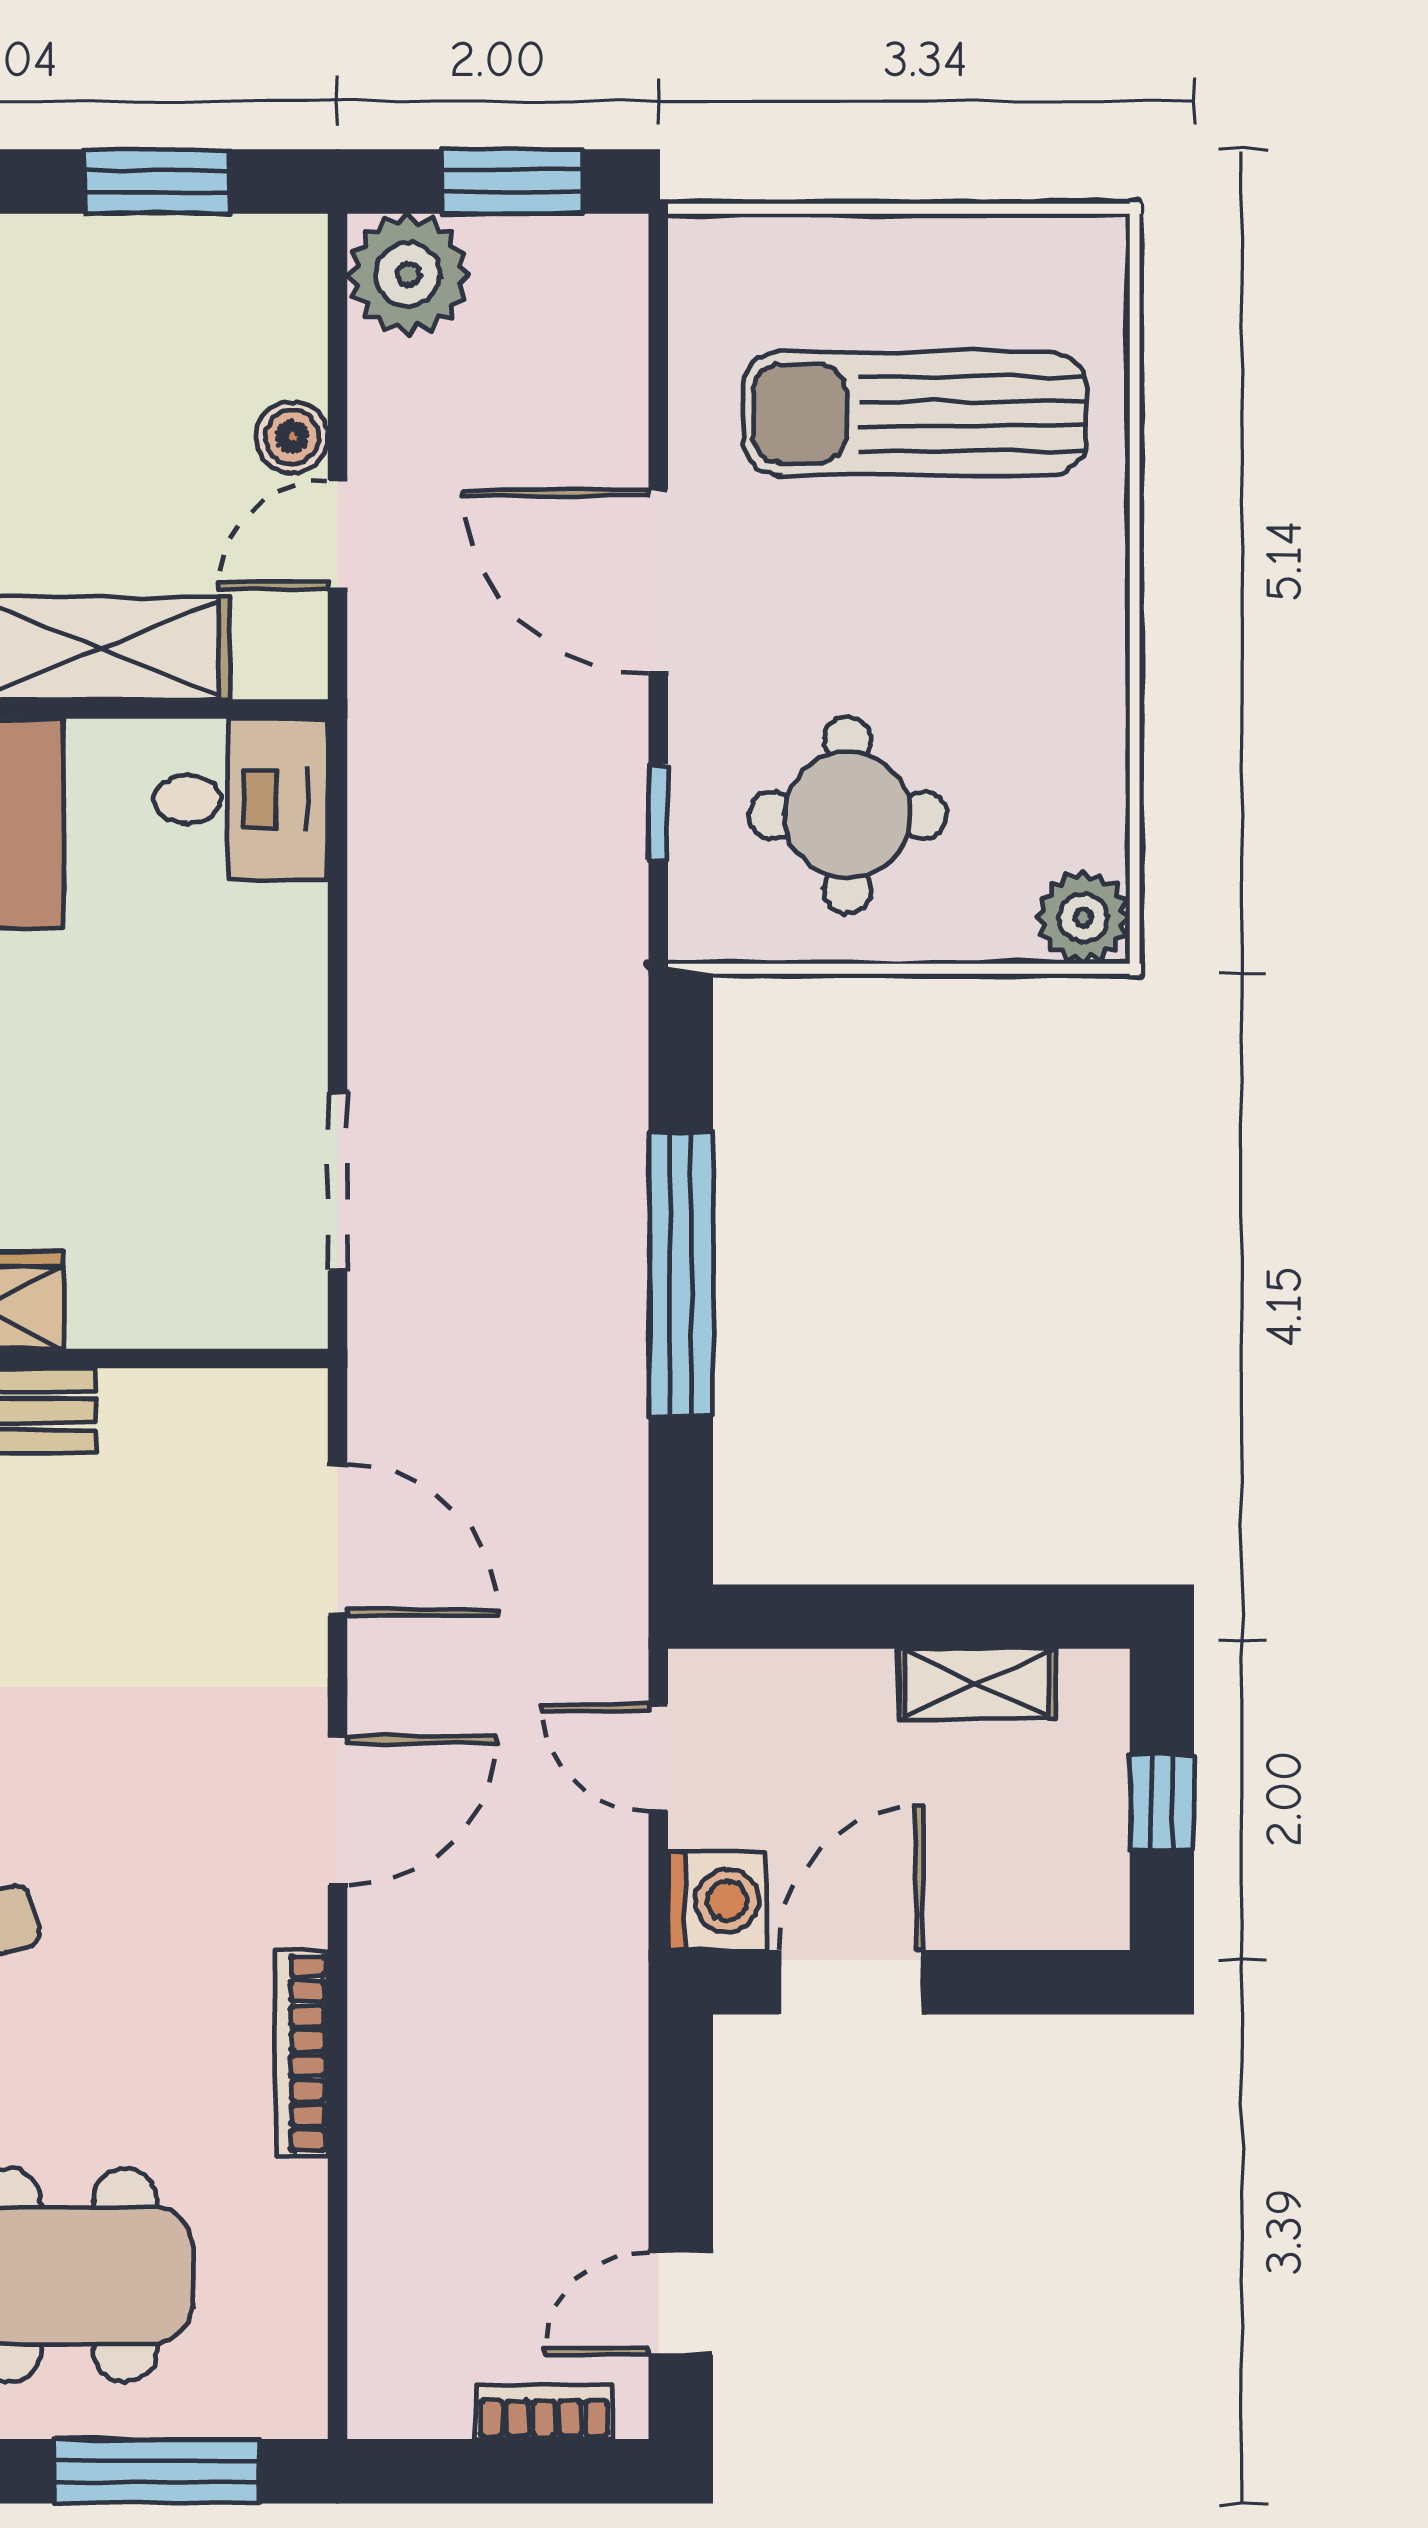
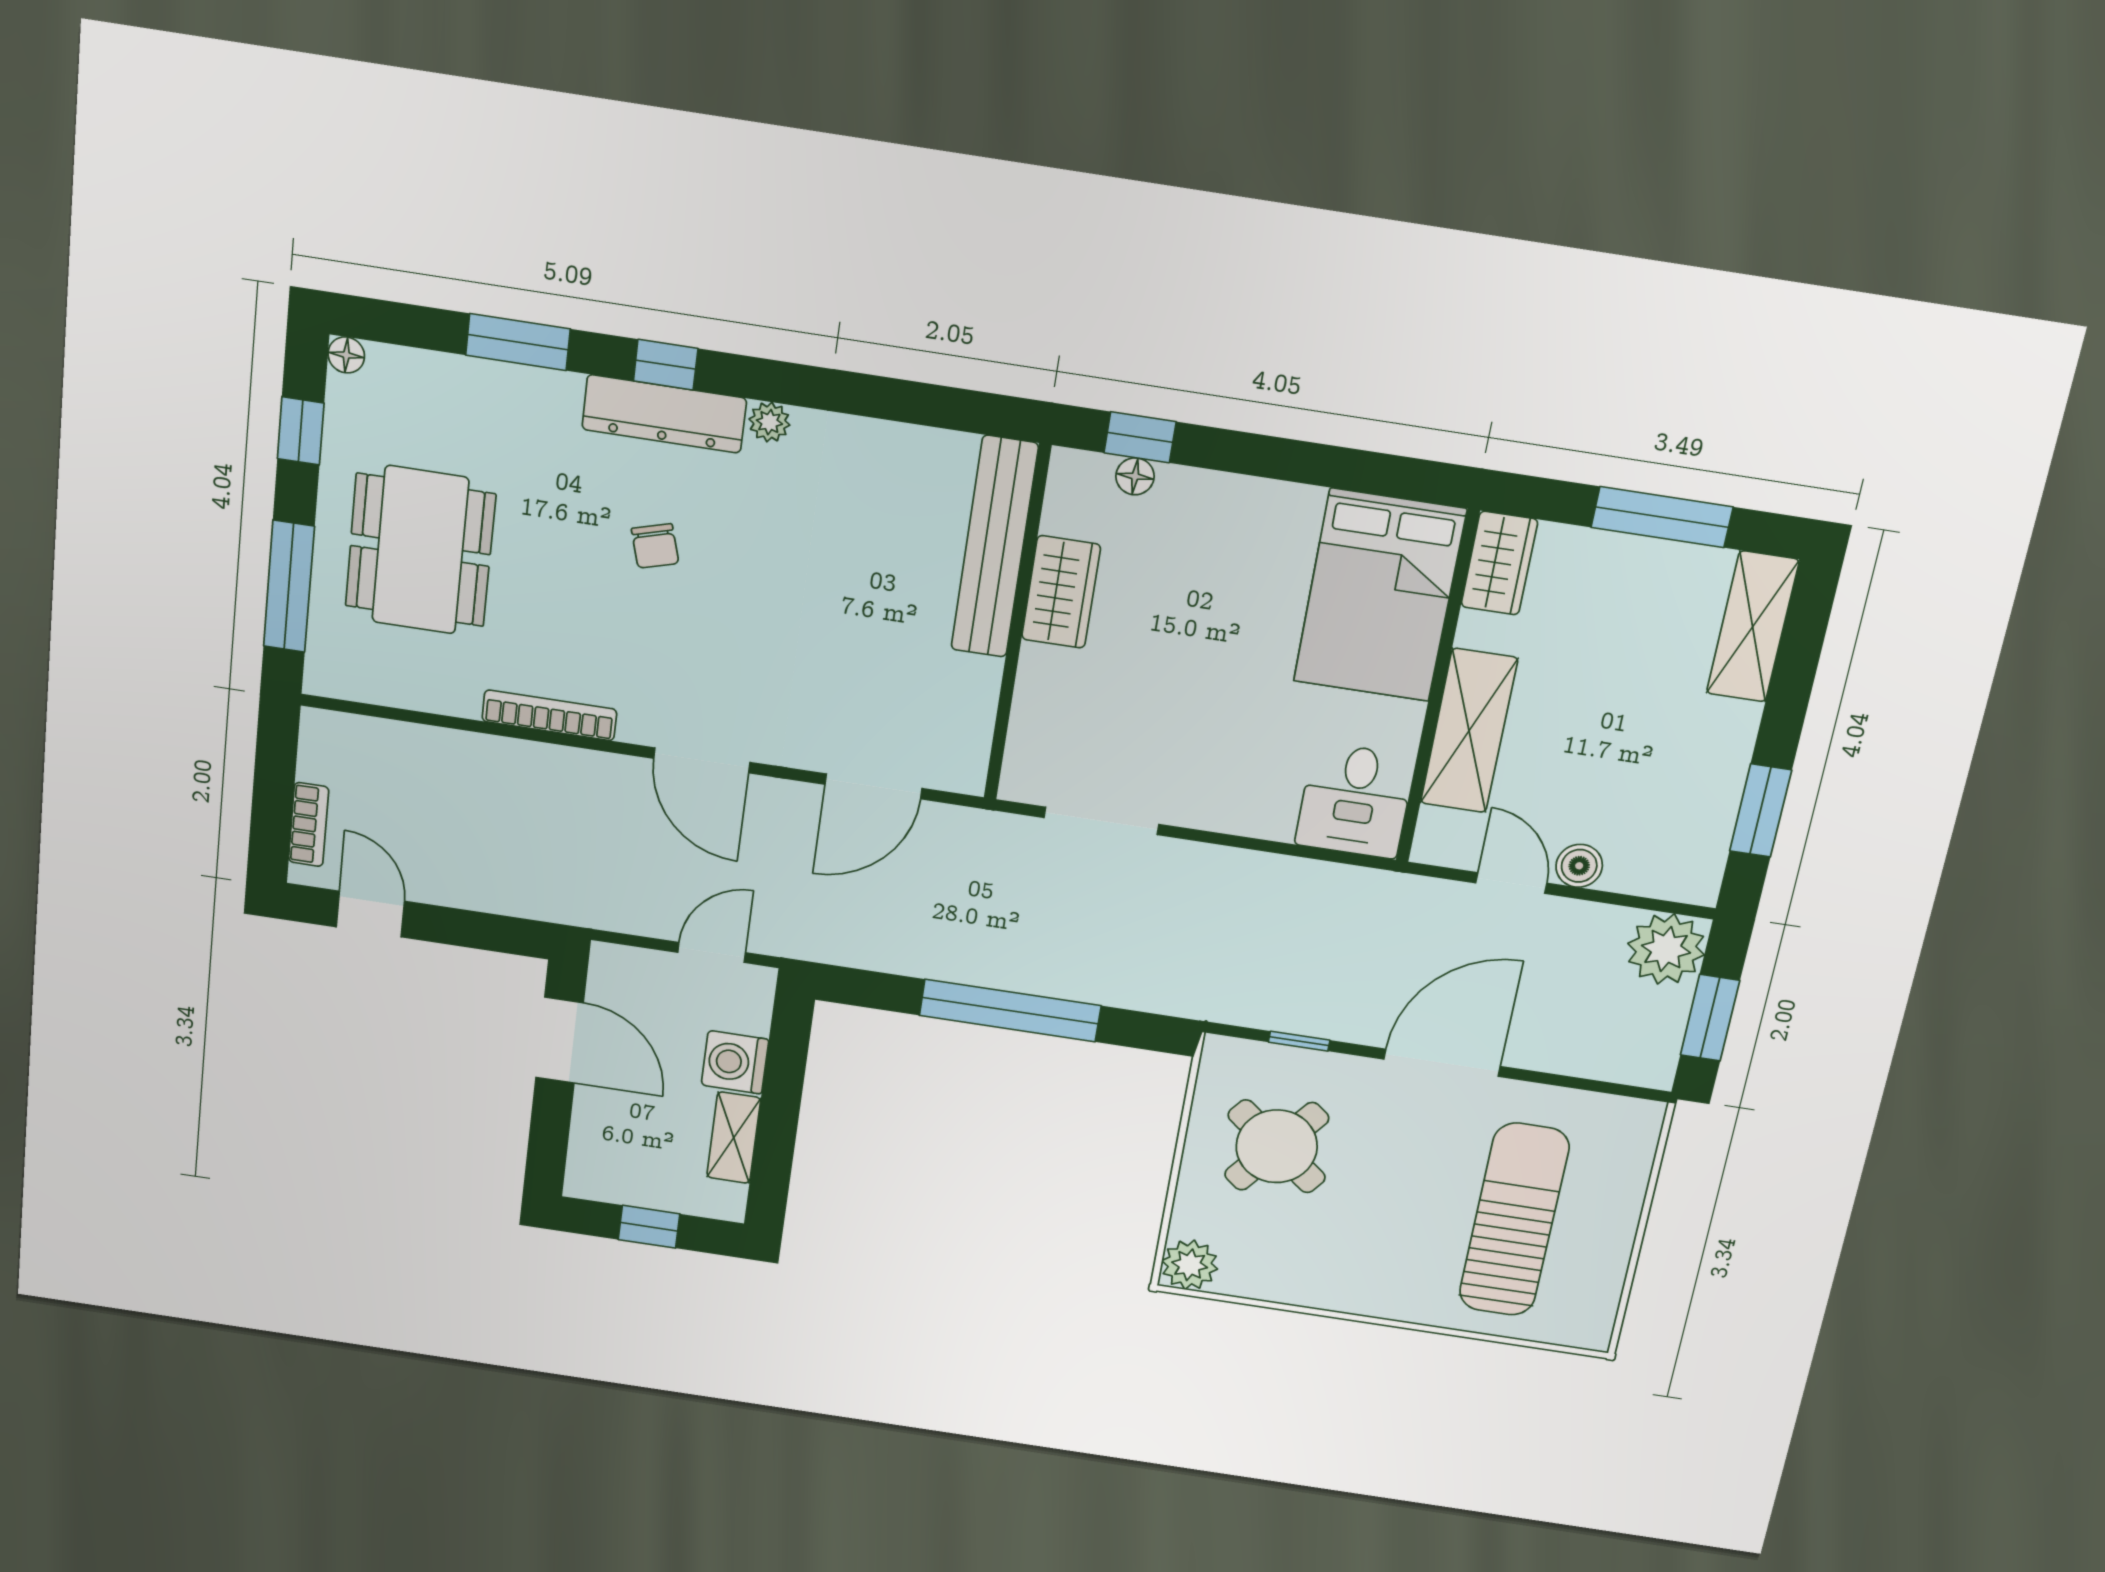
round table: (848, 815) -> (1277, 1146), turned 38
washing machine: (717, 1901) -> (735, 1062), moved, turned 90

